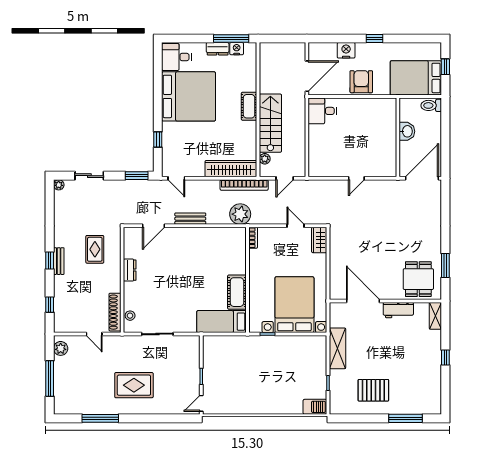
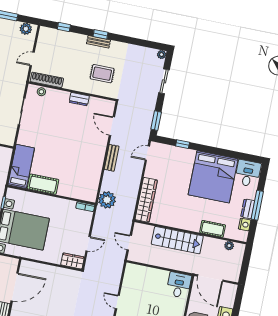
window: (231, 38) -> (257, 205), moved
cot: (249, 106) -> (213, 229), moved
plant: (265, 159) -> (229, 246), moved
bookcase: (244, 185) -> (130, 208), removed

